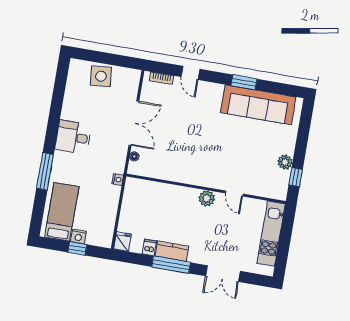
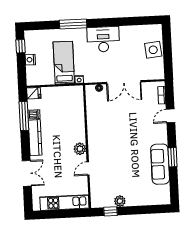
sofa: (258, 105) -> (160, 164), width x0.74, depth x0.79
desk: (73, 137) -> (103, 39), width x1.37
bed: (62, 212) -> (64, 63), moved, turned -90
window: (77, 248) -> (20, 46), moved
kitchen counter: (172, 251) -> (35, 138), width x1.50
window: (171, 265) -> (24, 116), moved
double door: (223, 274) -> (27, 173), swing flipped

